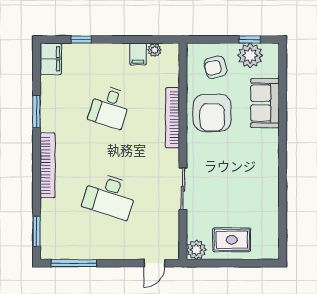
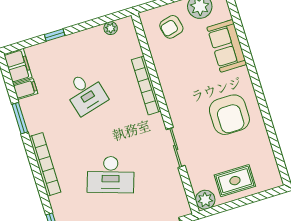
window: (81, 39) -> (55, 35), moved
filing cabinet: (138, 54) -> (25, 89), moved, turned -90
desk: (110, 107) -> (86, 93), turned -33
armchair: (212, 113) -> (229, 115), moved

